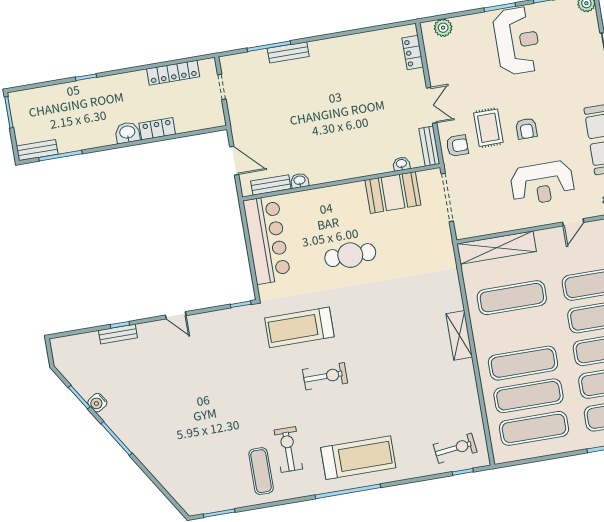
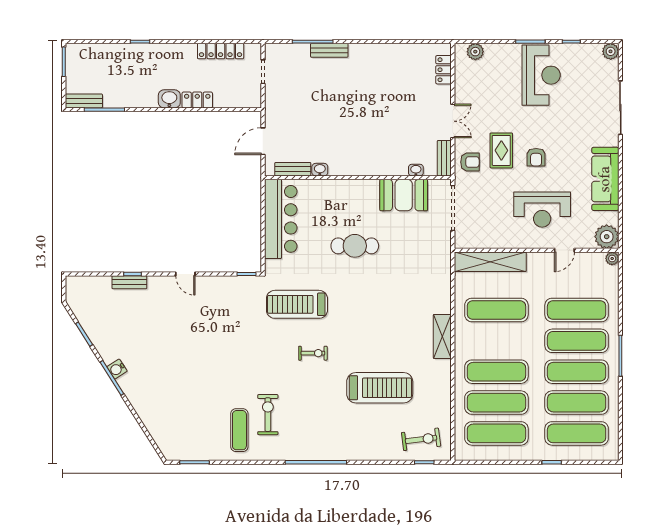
door: (234, 161) -> (263, 141), swing flipped
exercise bike: (325, 376) -> (313, 353), width x0.73, depth x0.72
water cooler: (97, 403) -> (117, 369), moved
treadmill: (358, 458) -> (380, 388), moved

